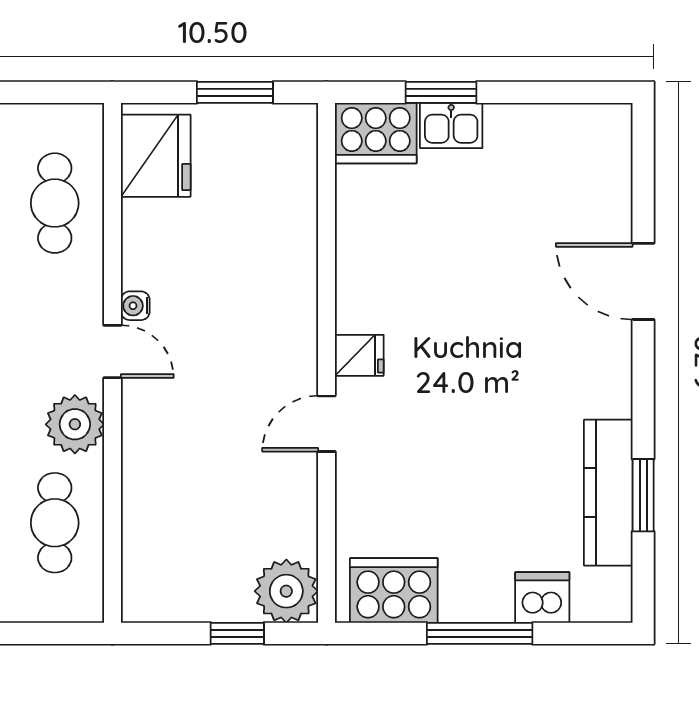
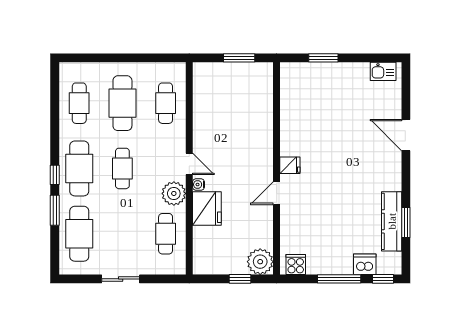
kitchen sink: (451, 126) -> (383, 71), moved
cooker: (376, 133) -> (297, 75), removed
fridge: (156, 156) -> (207, 209), moved
water cooler: (135, 306) -> (198, 185), moved
cooker: (394, 591) -> (296, 265), width x0.53, depth x0.76
window: (587, 633) -> (383, 279), added

